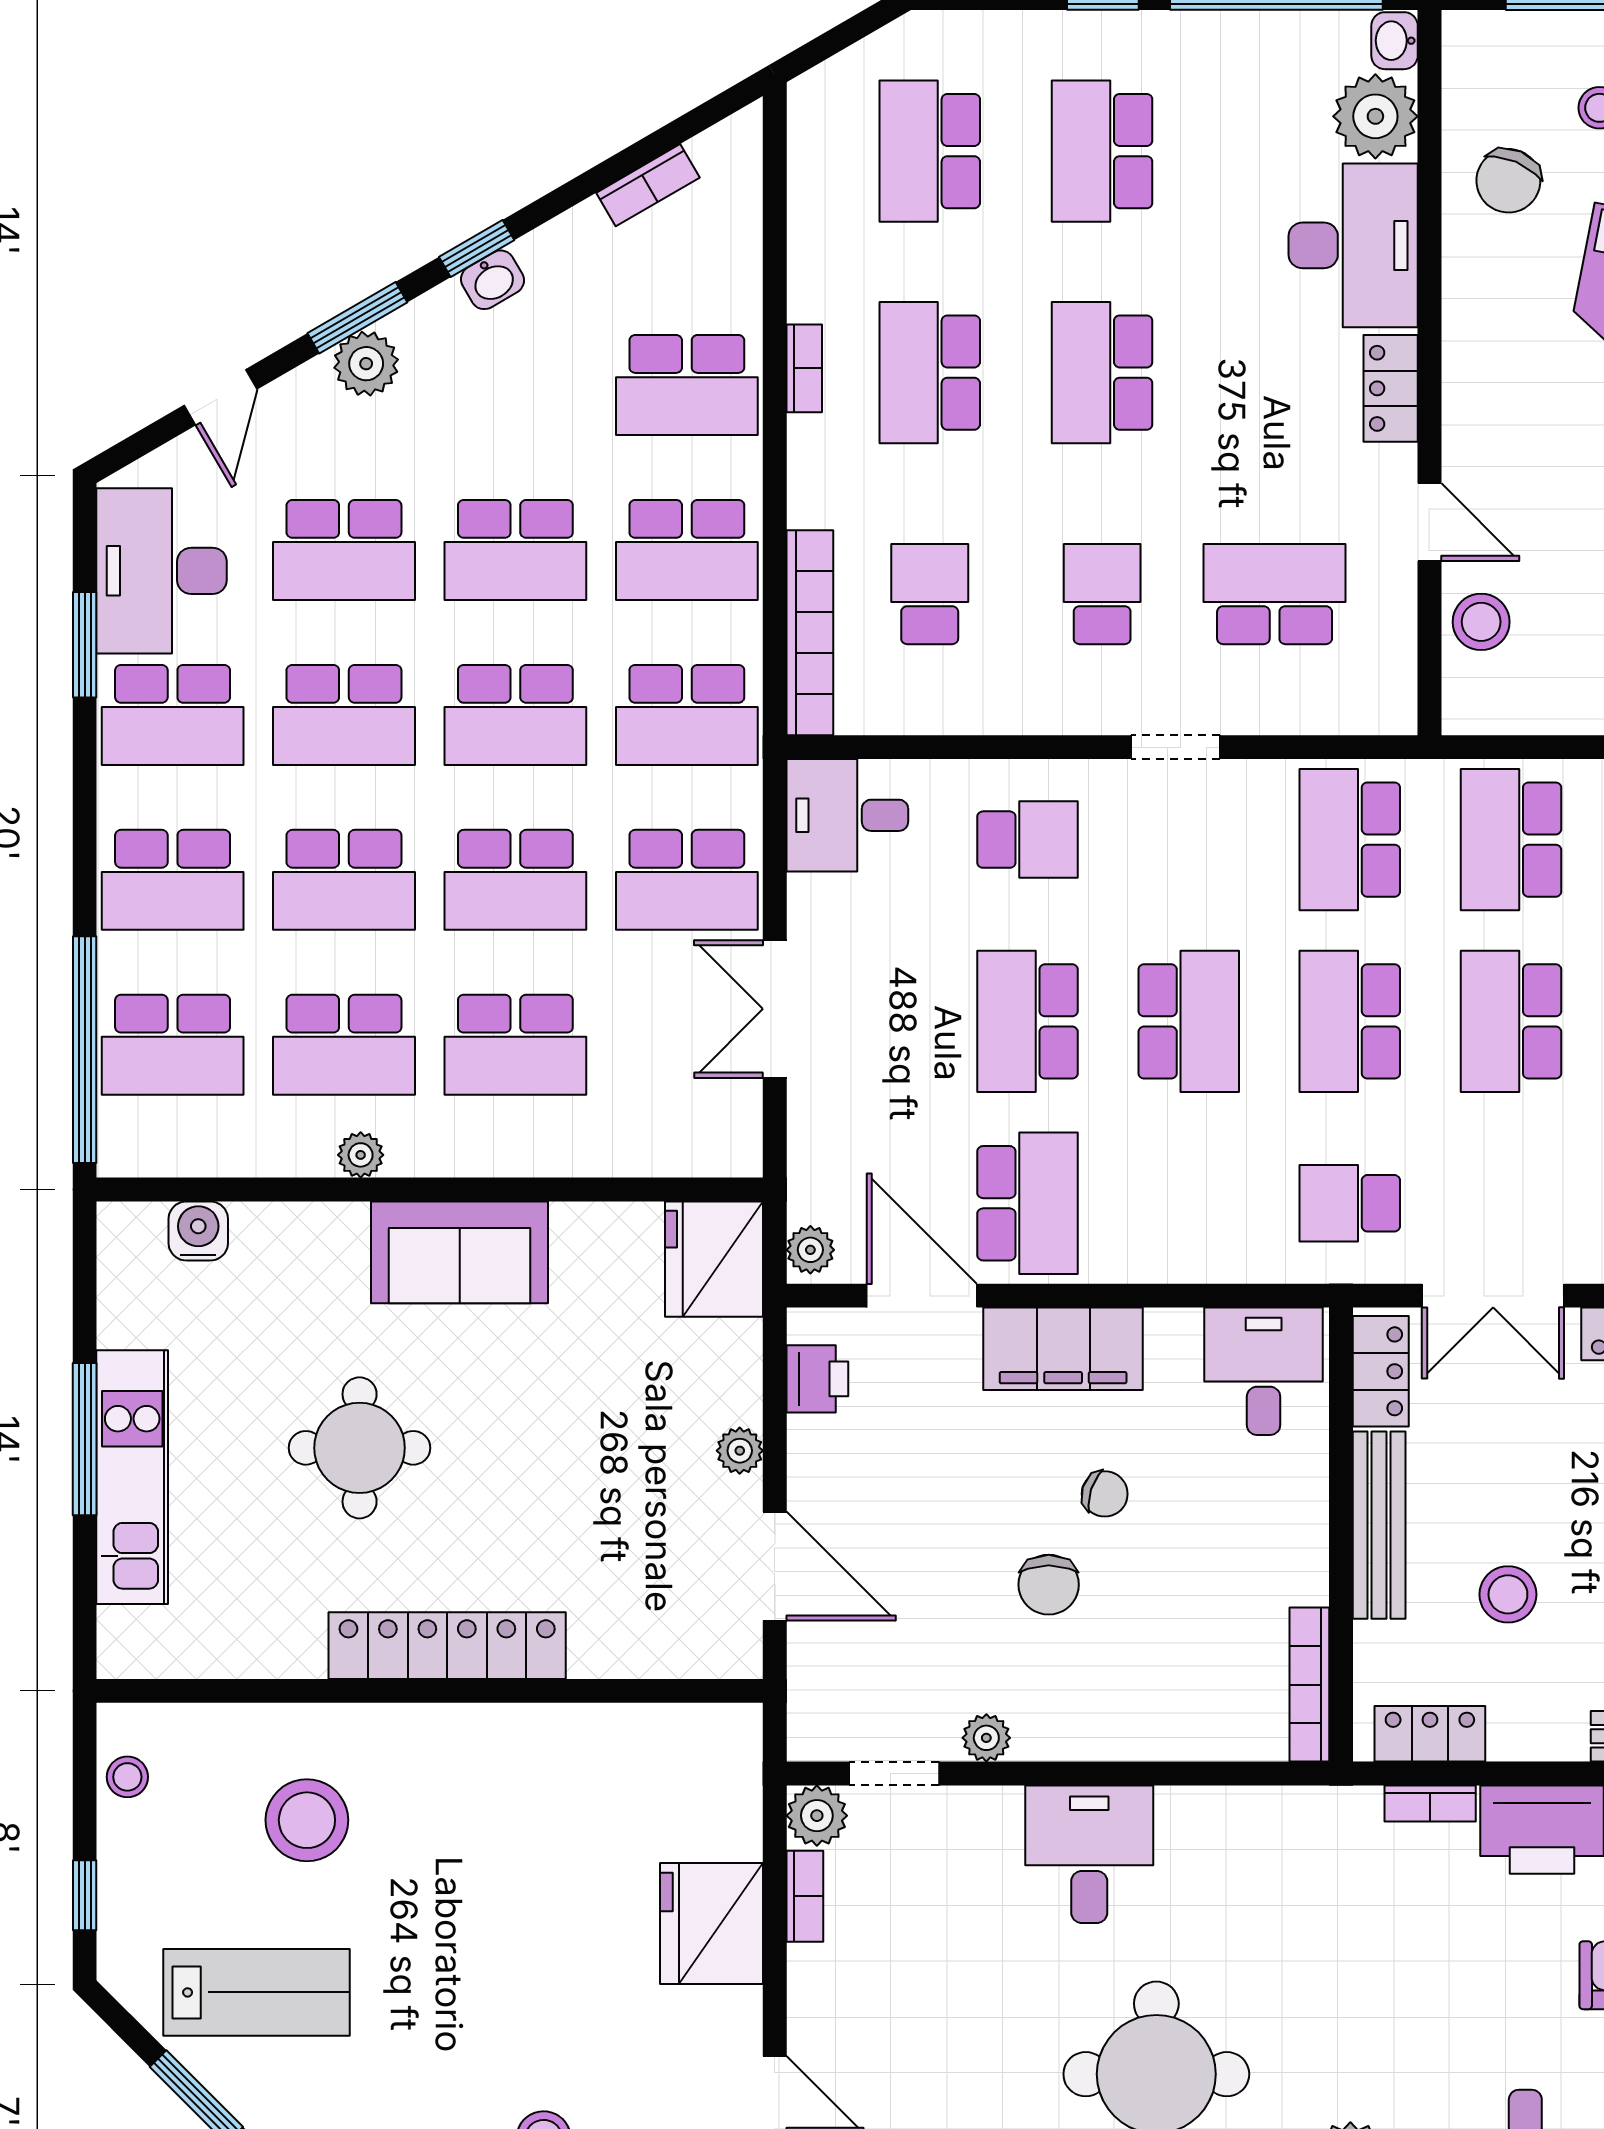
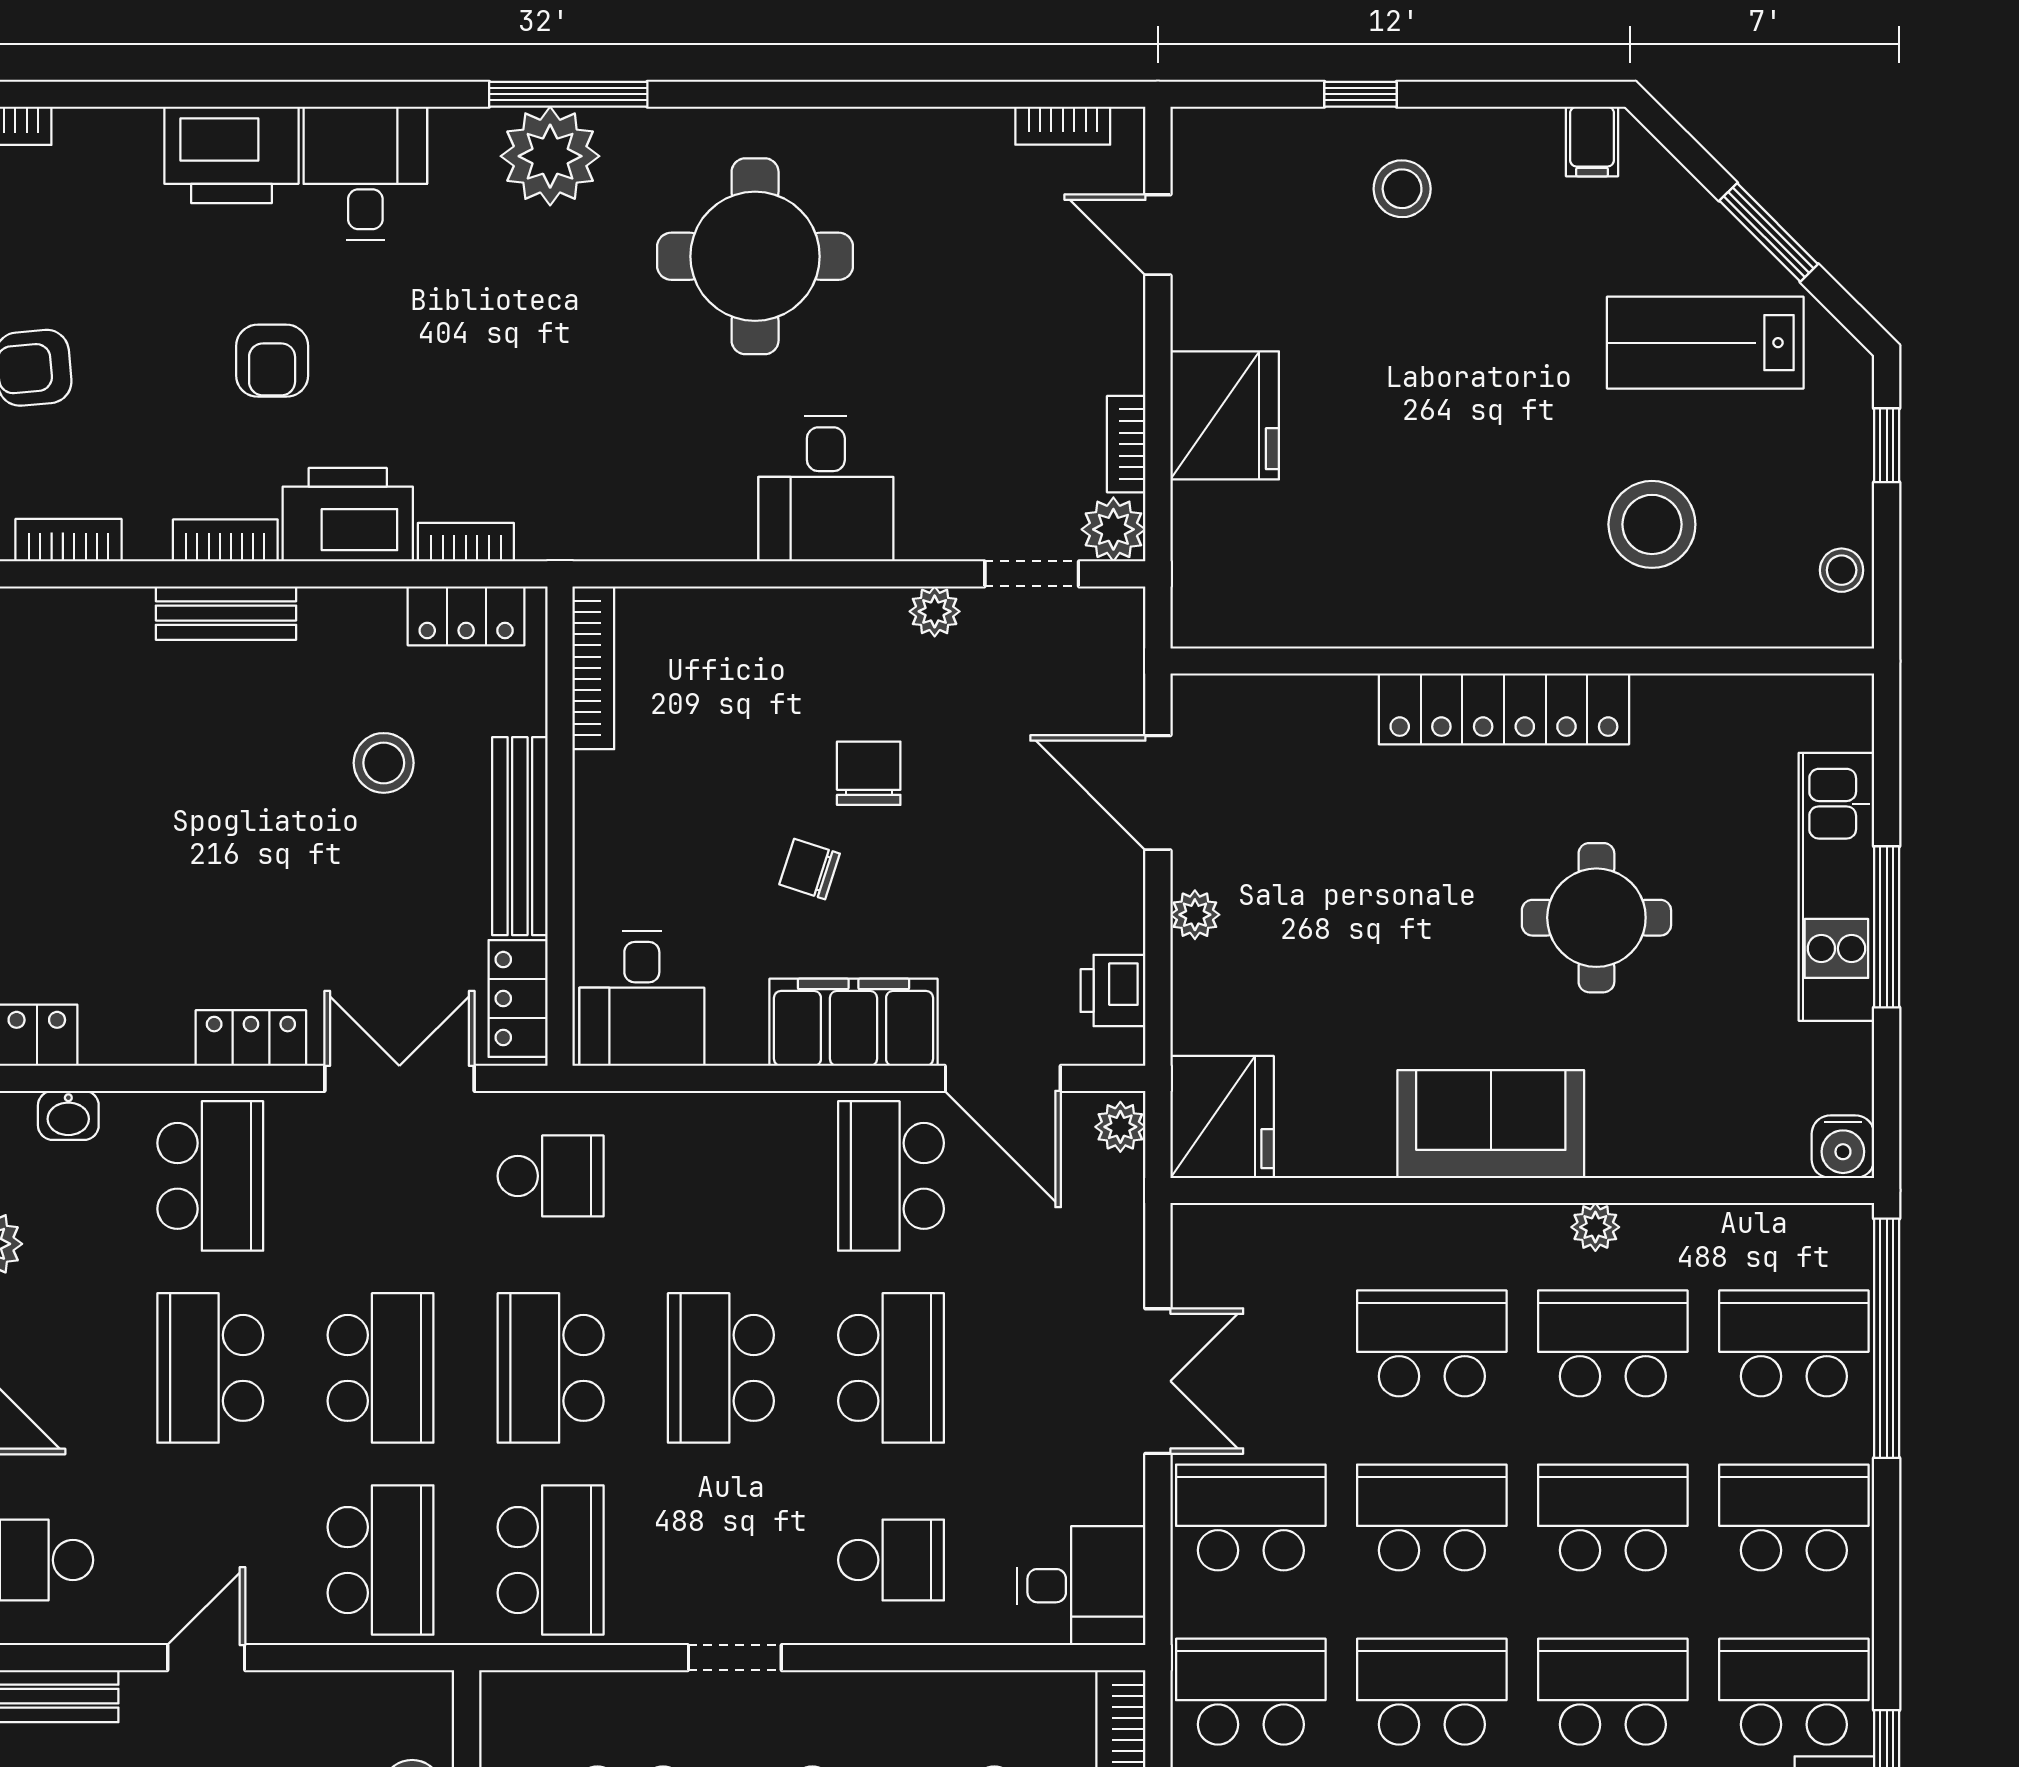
school desk: (1028, 840) -> (891, 1560), turned 180
school desk: (1350, 1021) -> (551, 1368), turned 180
water cooler: (198, 1231) -> (1843, 1147), moved

